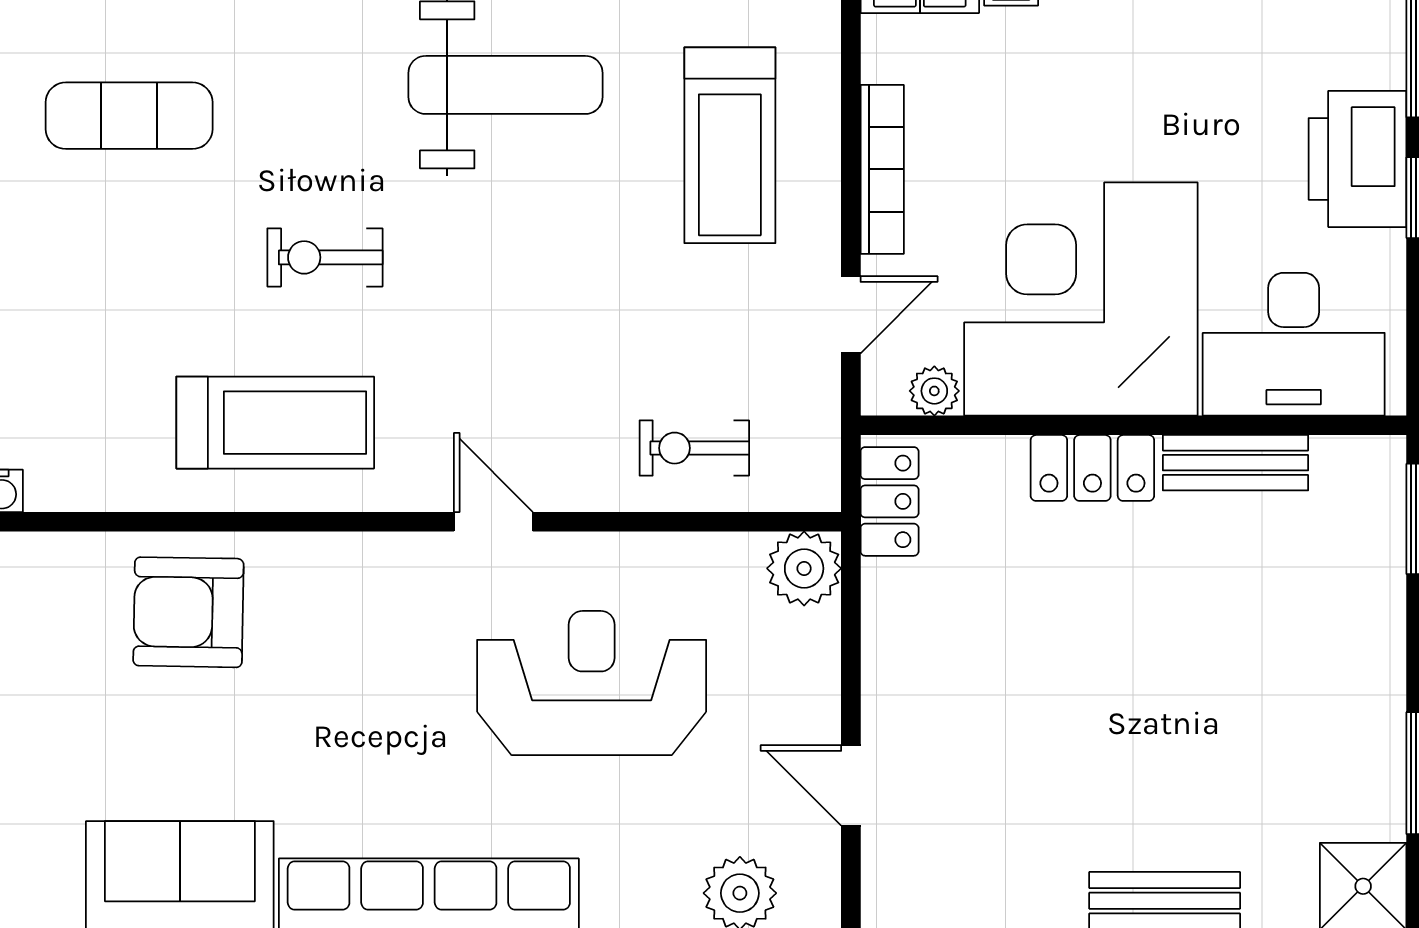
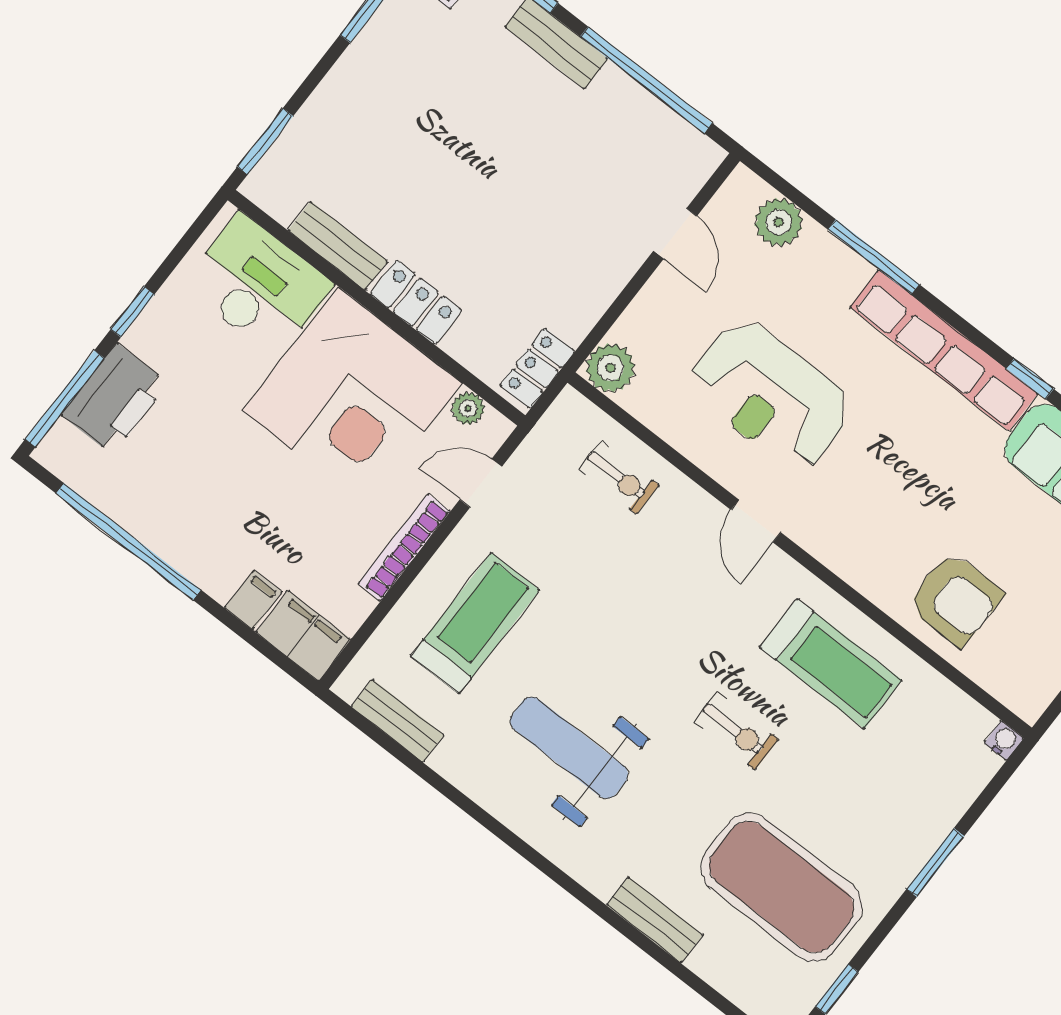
exercise mat: (129, 116) -> (782, 887), width x2.00, depth x1.45
printer: (1358, 159) -> (115, 399), moved
treadmill: (275, 423) -> (831, 664), turned 180

